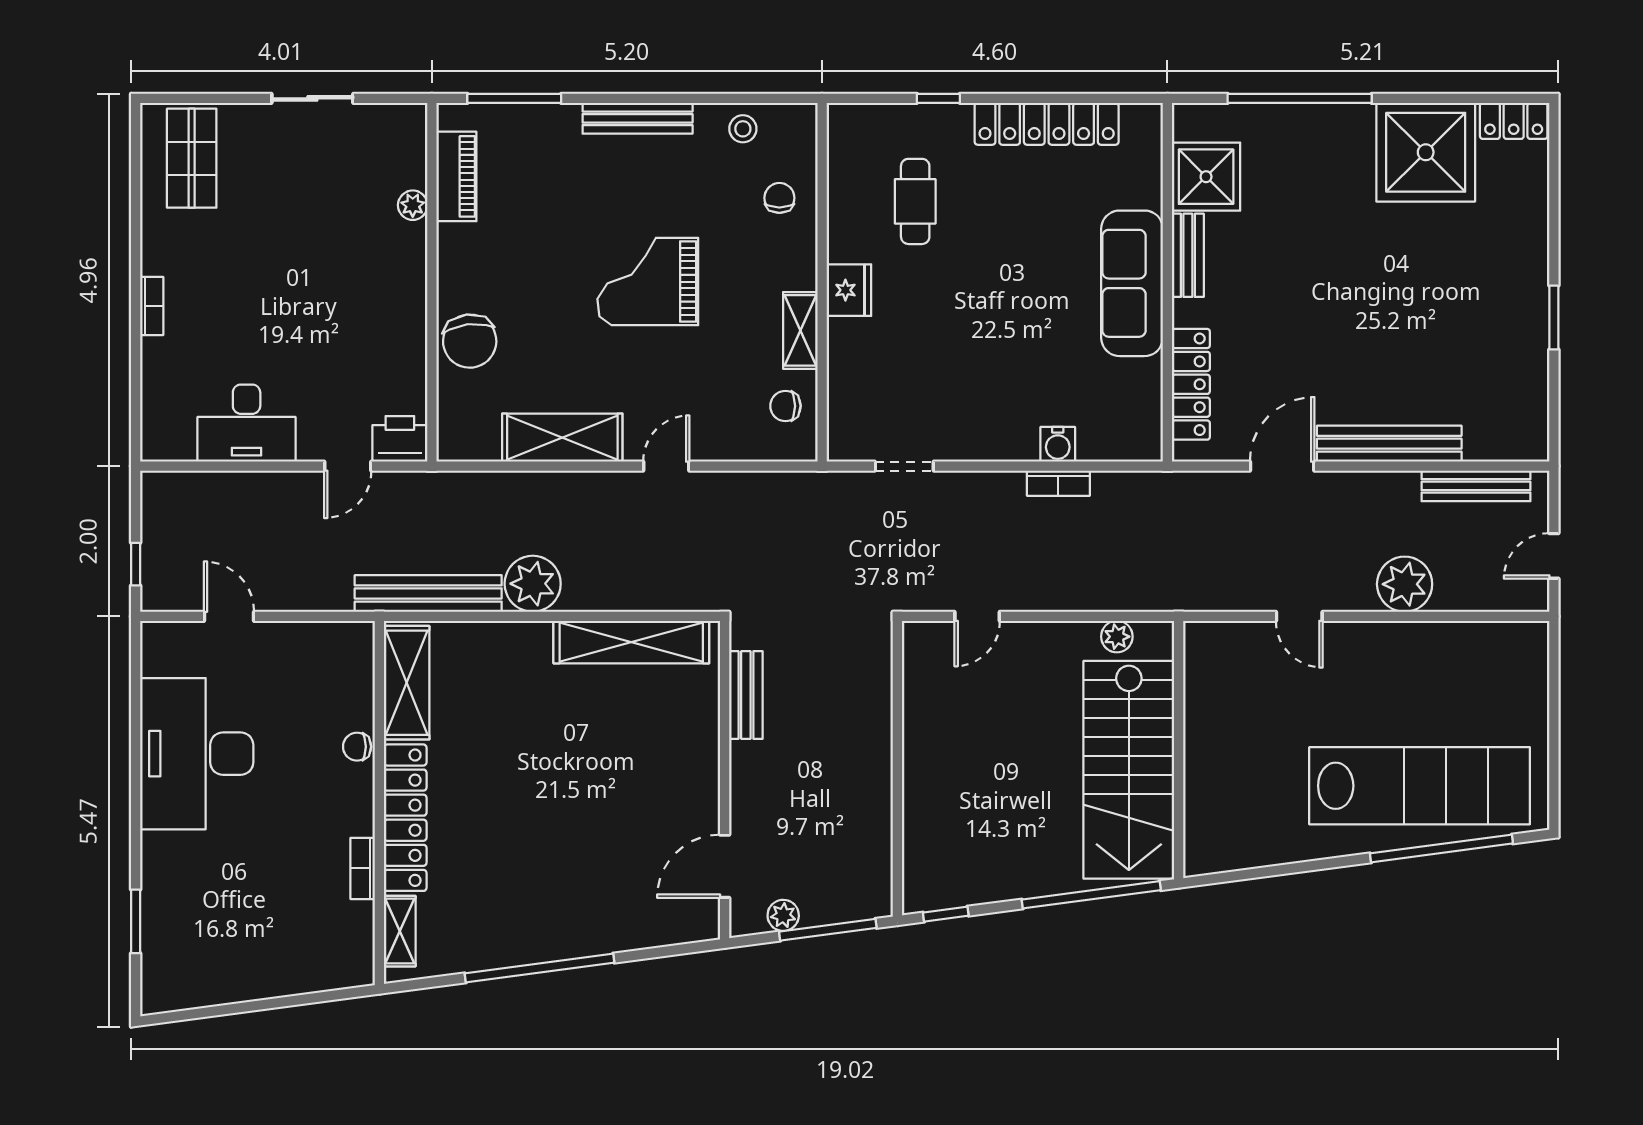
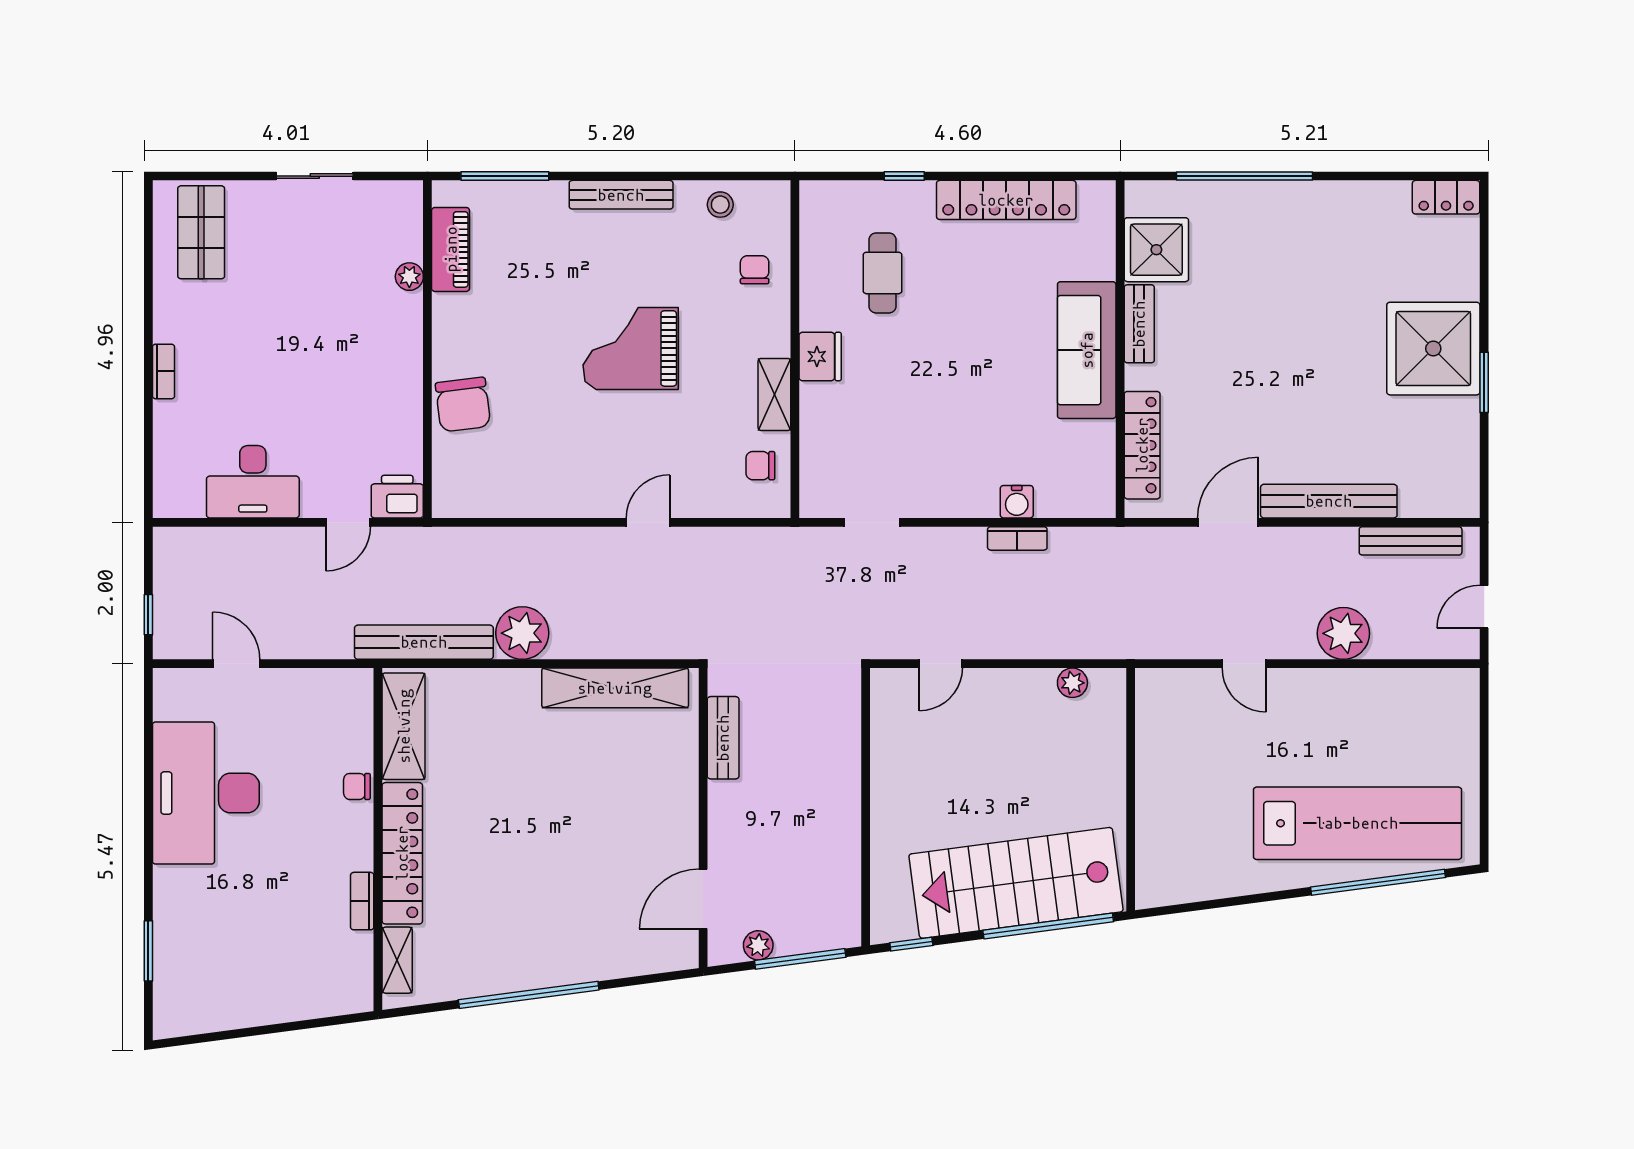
shower: (1426, 152) -> (1433, 349), moved
shelving: (562, 438) -> (550, 495), removed
stairs: (1129, 770) -> (1016, 883), moved, turned 82

